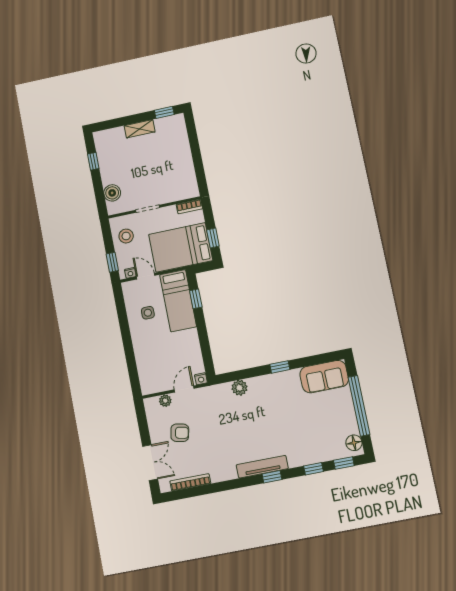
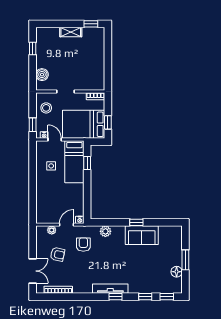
sofa: (324, 377) -> (142, 235), moved
window: (359, 406) -> (185, 260), width x0.47
armchair: (213, 412) -> (83, 245), added
floor lamp: (354, 443) -> (177, 272), moved

